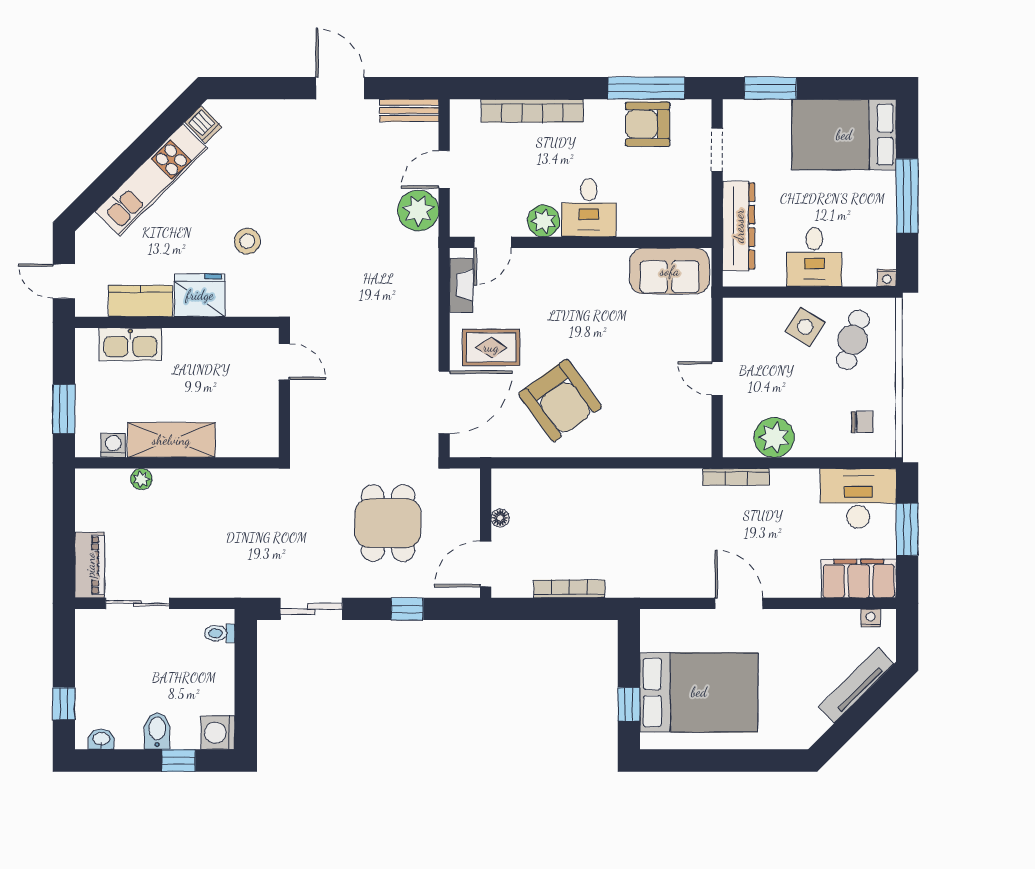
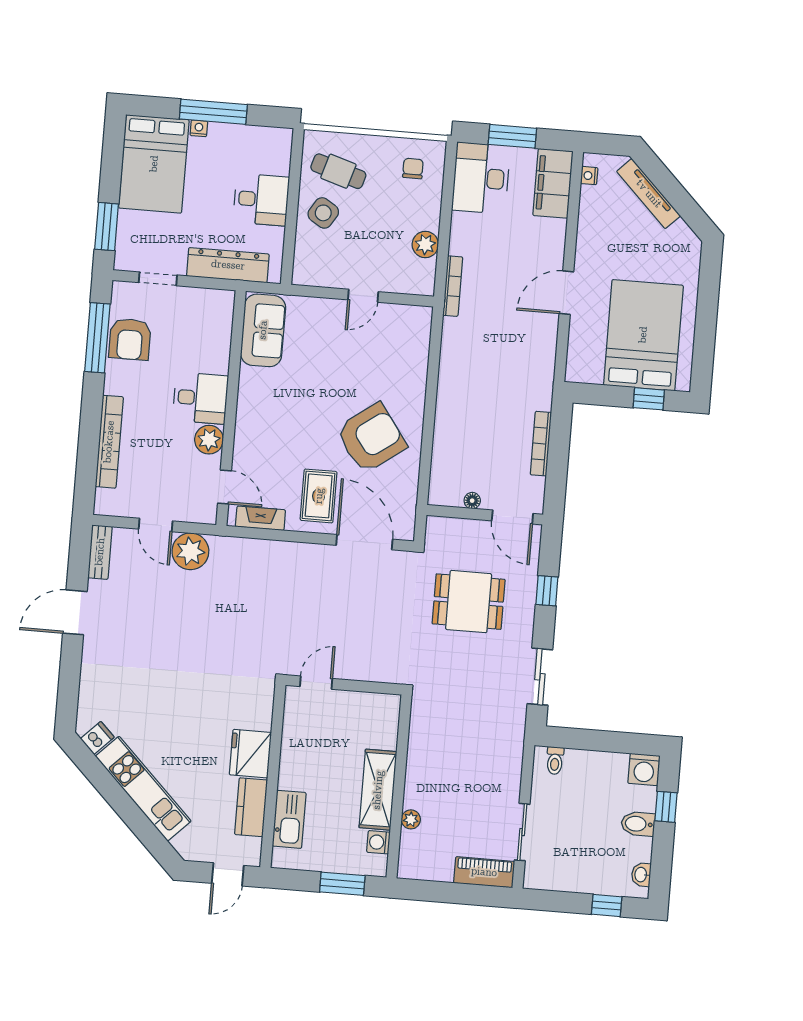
stool: (247, 241) -> (205, 707), removed
nightstand: (887, 278) -> (199, 128), moved, turned -90
plant: (774, 437) -> (425, 244), width x0.73, depth x0.73

